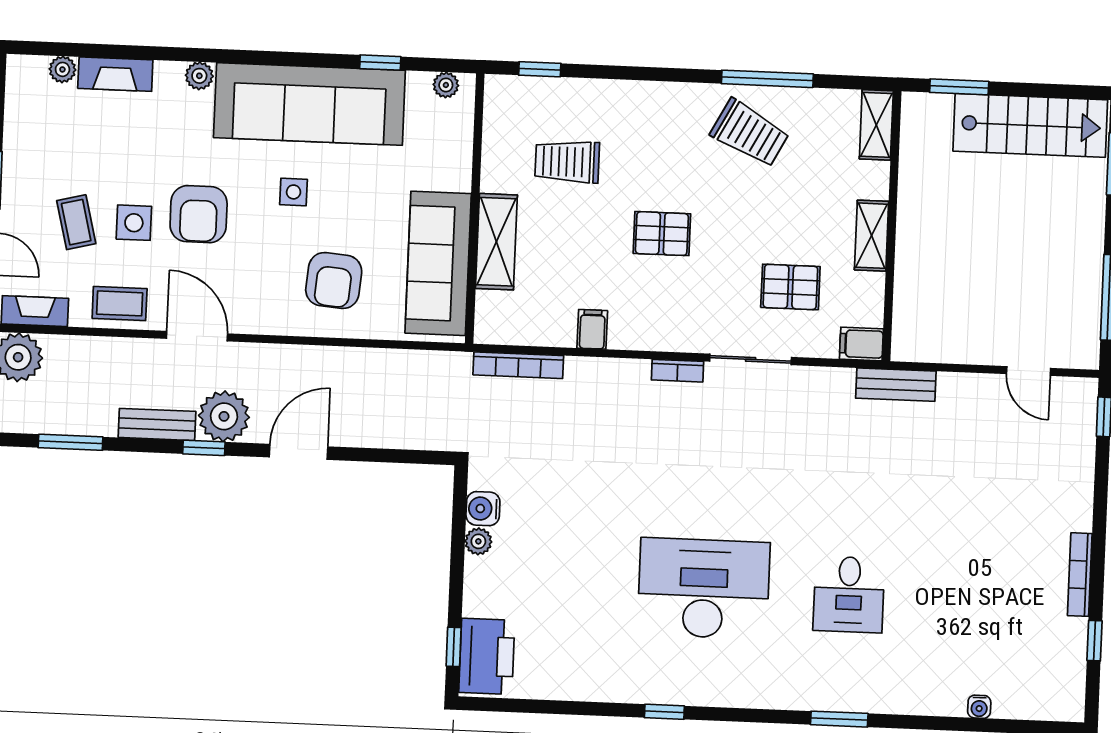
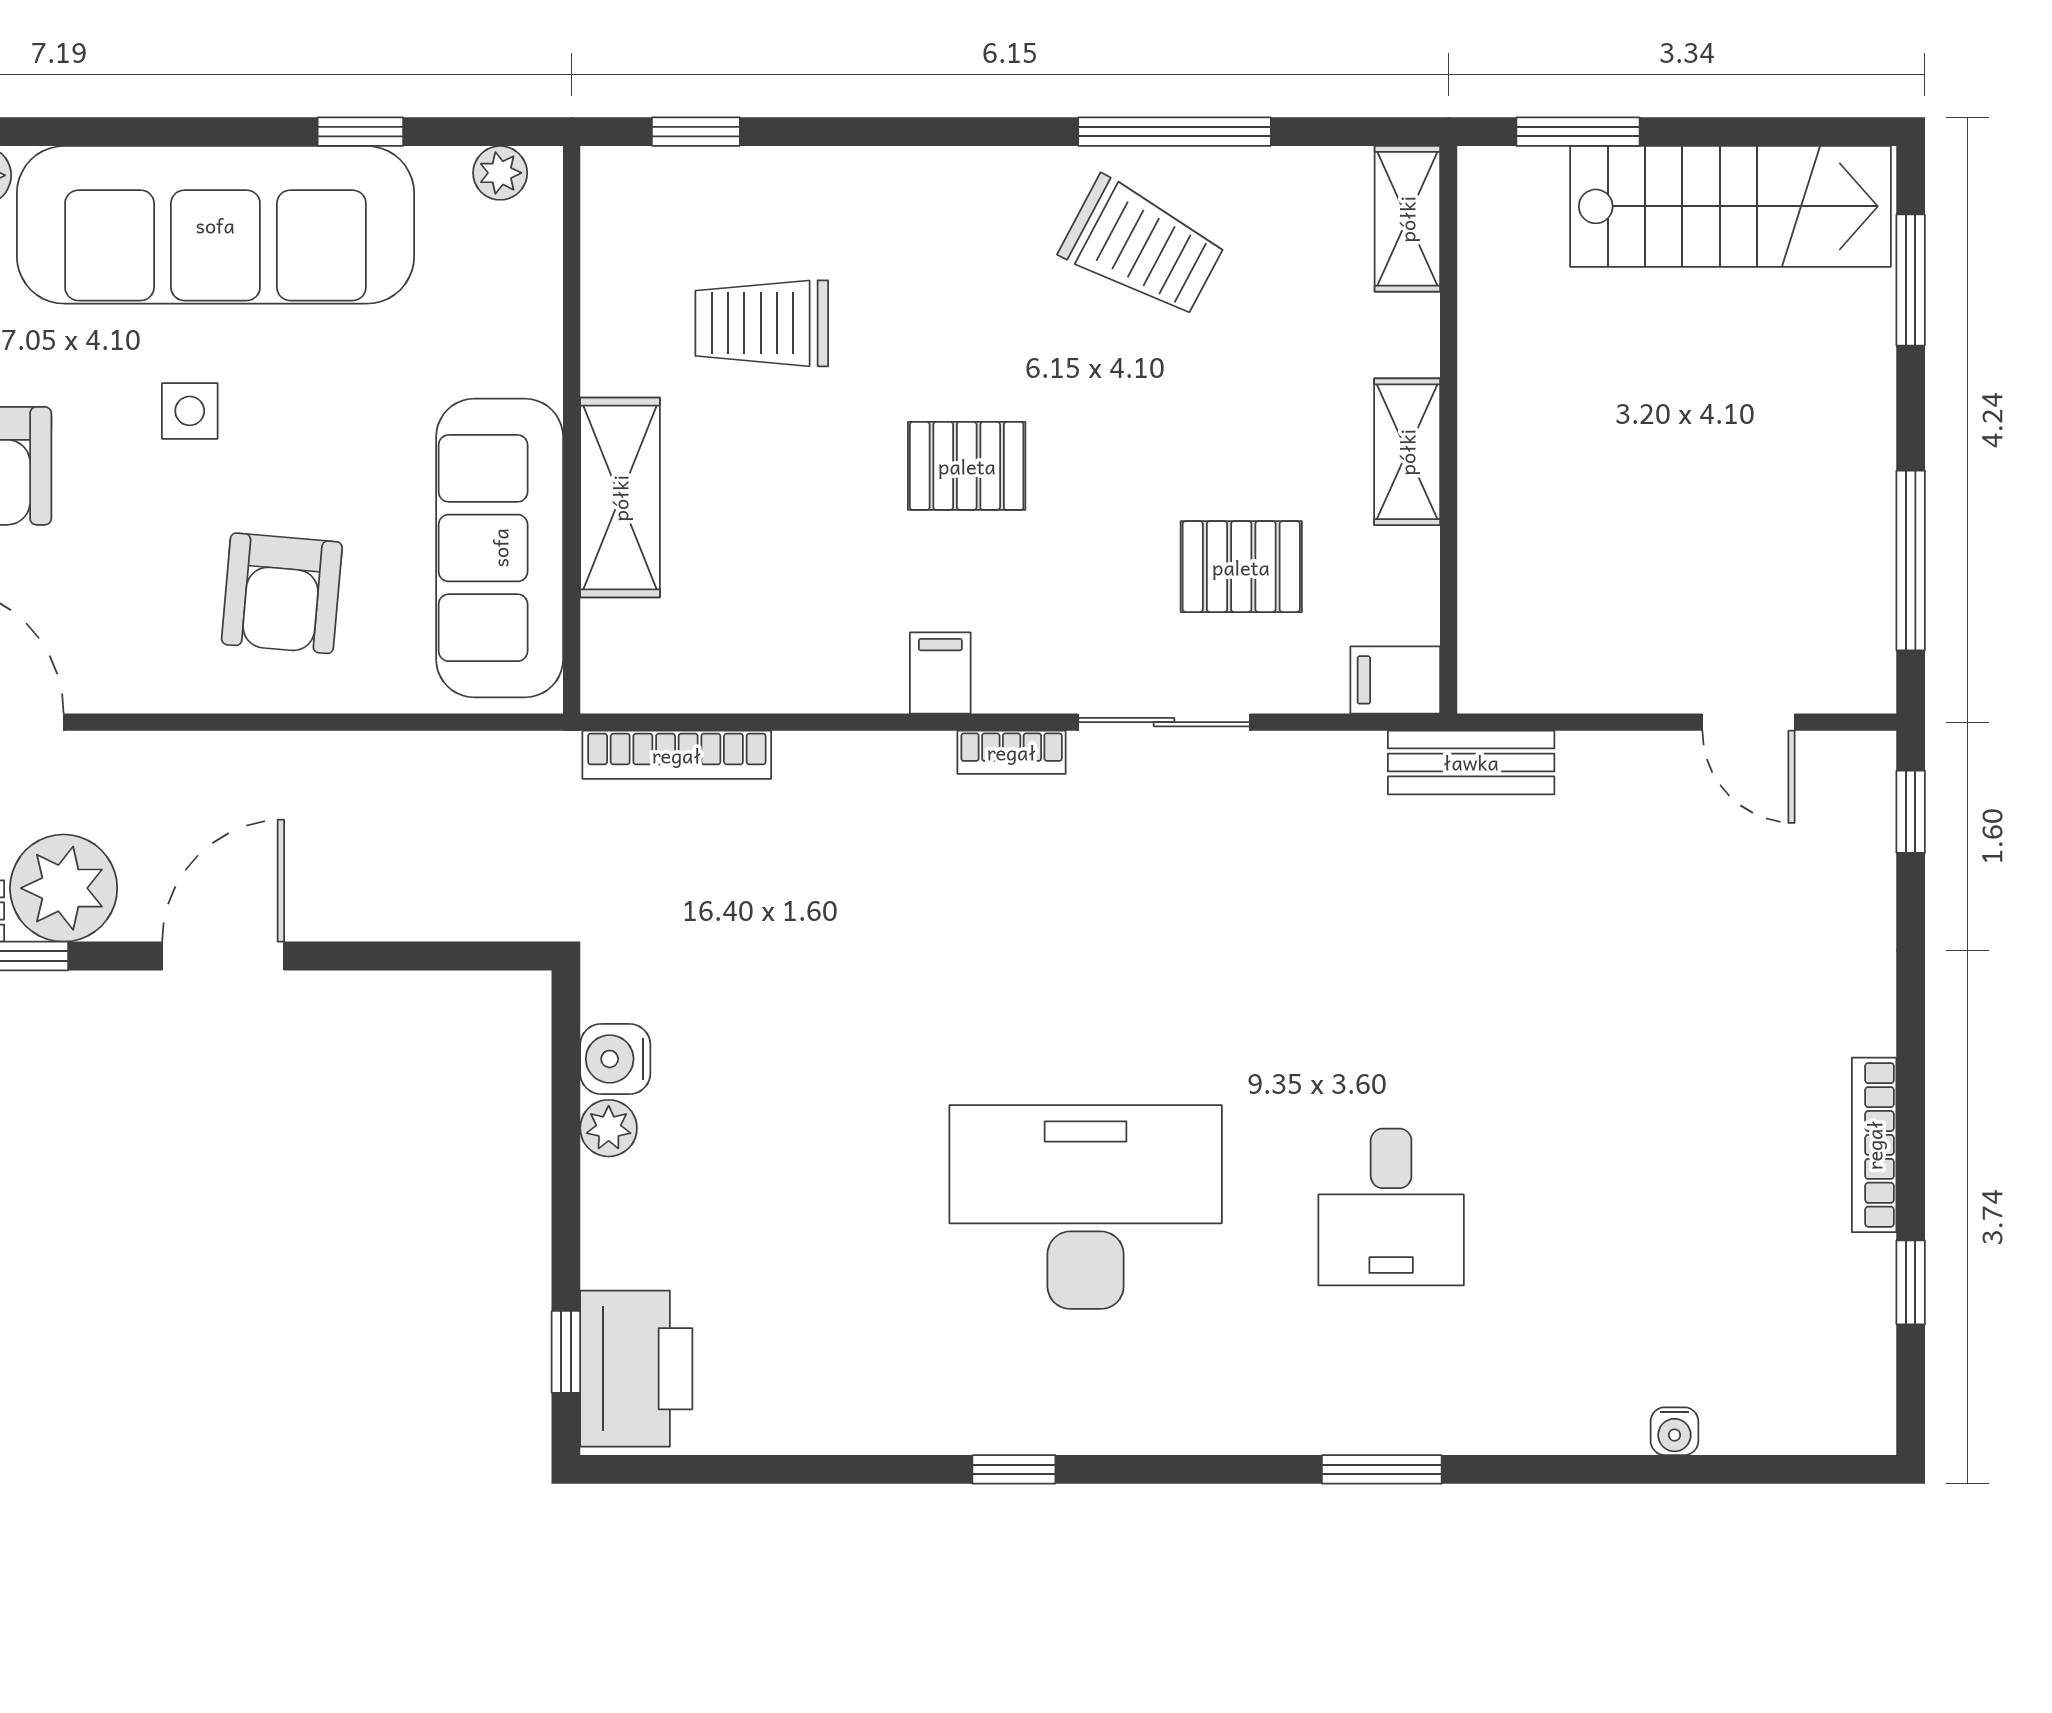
filing cabinet: (592, 329) -> (940, 673), moved

